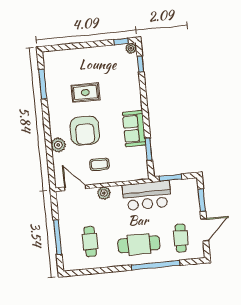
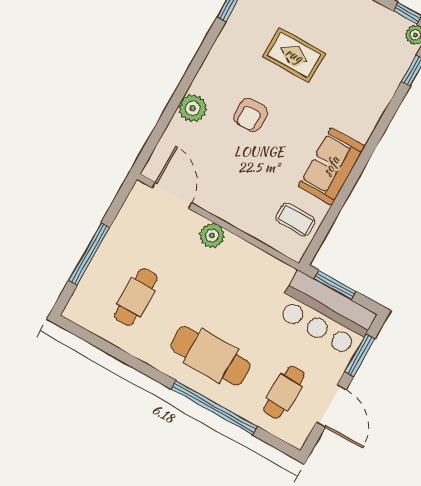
armchair: (85, 131) -> (251, 115), width x0.53, depth x0.53
window: (149, 149) -> (332, 215), removed
coffee table: (99, 164) -> (295, 220), moved
bar counter: (147, 196) -> (325, 314), moved
door: (205, 230) -> (331, 406), hinge flipped

